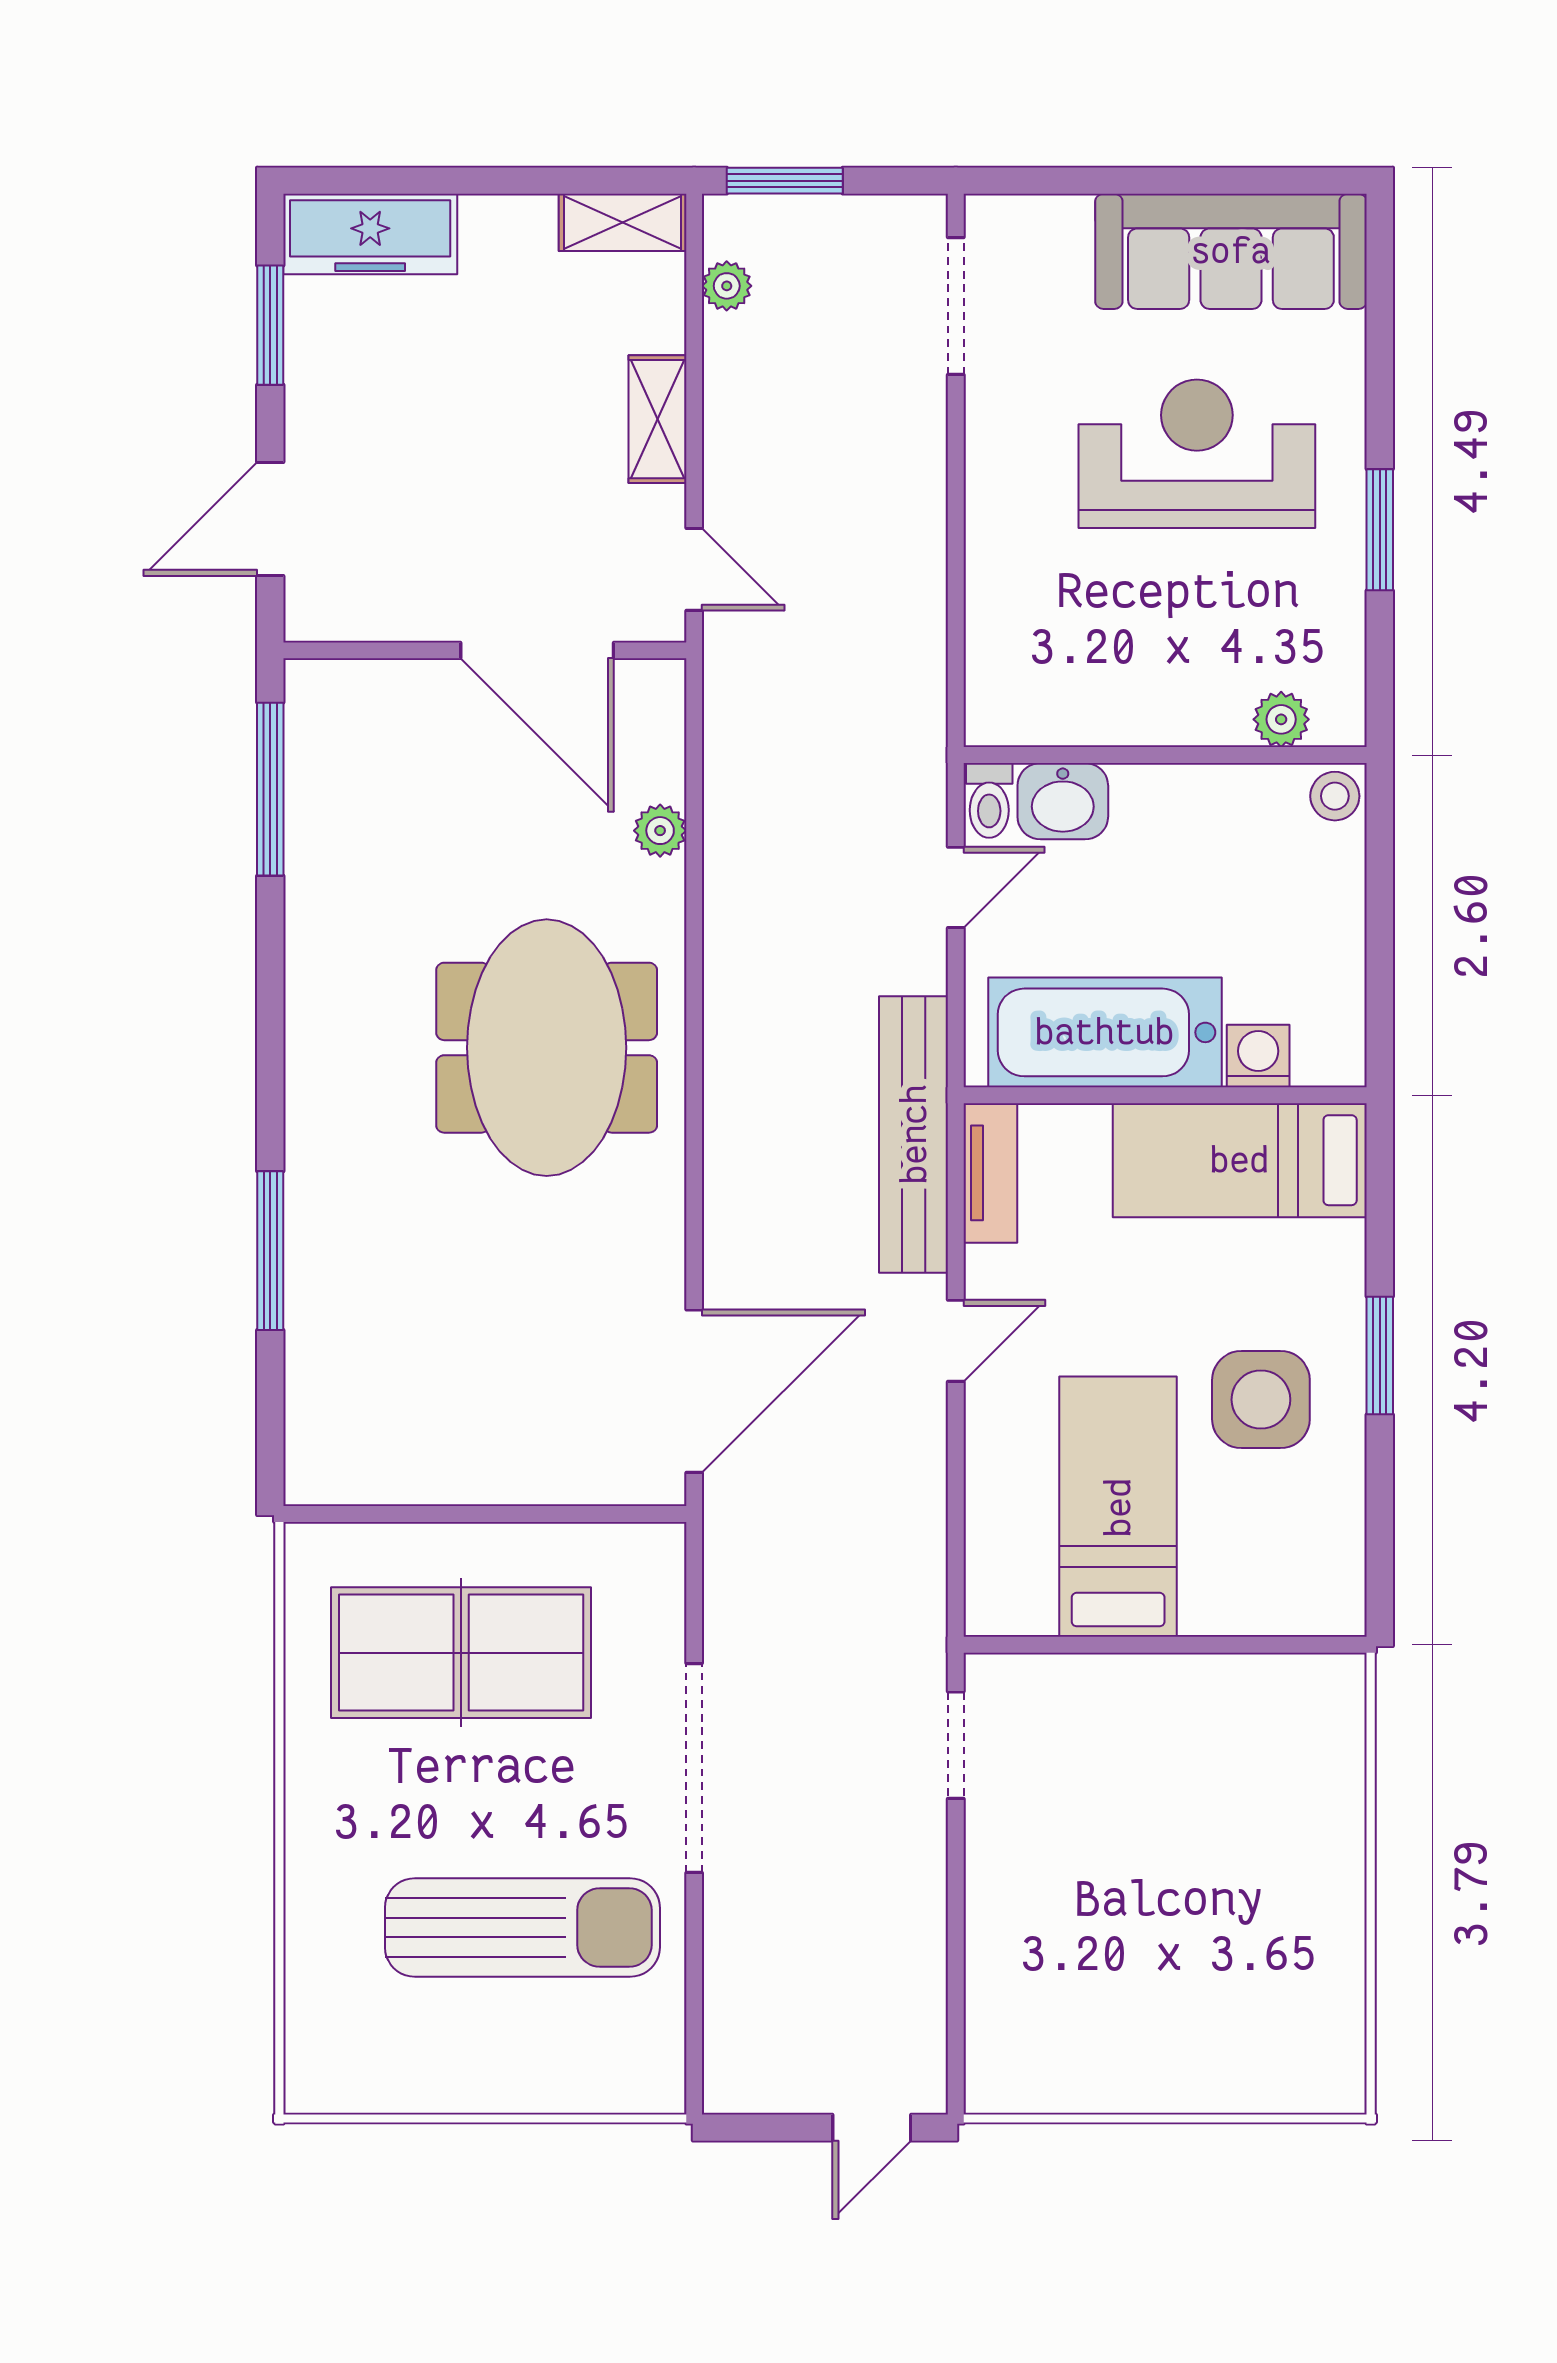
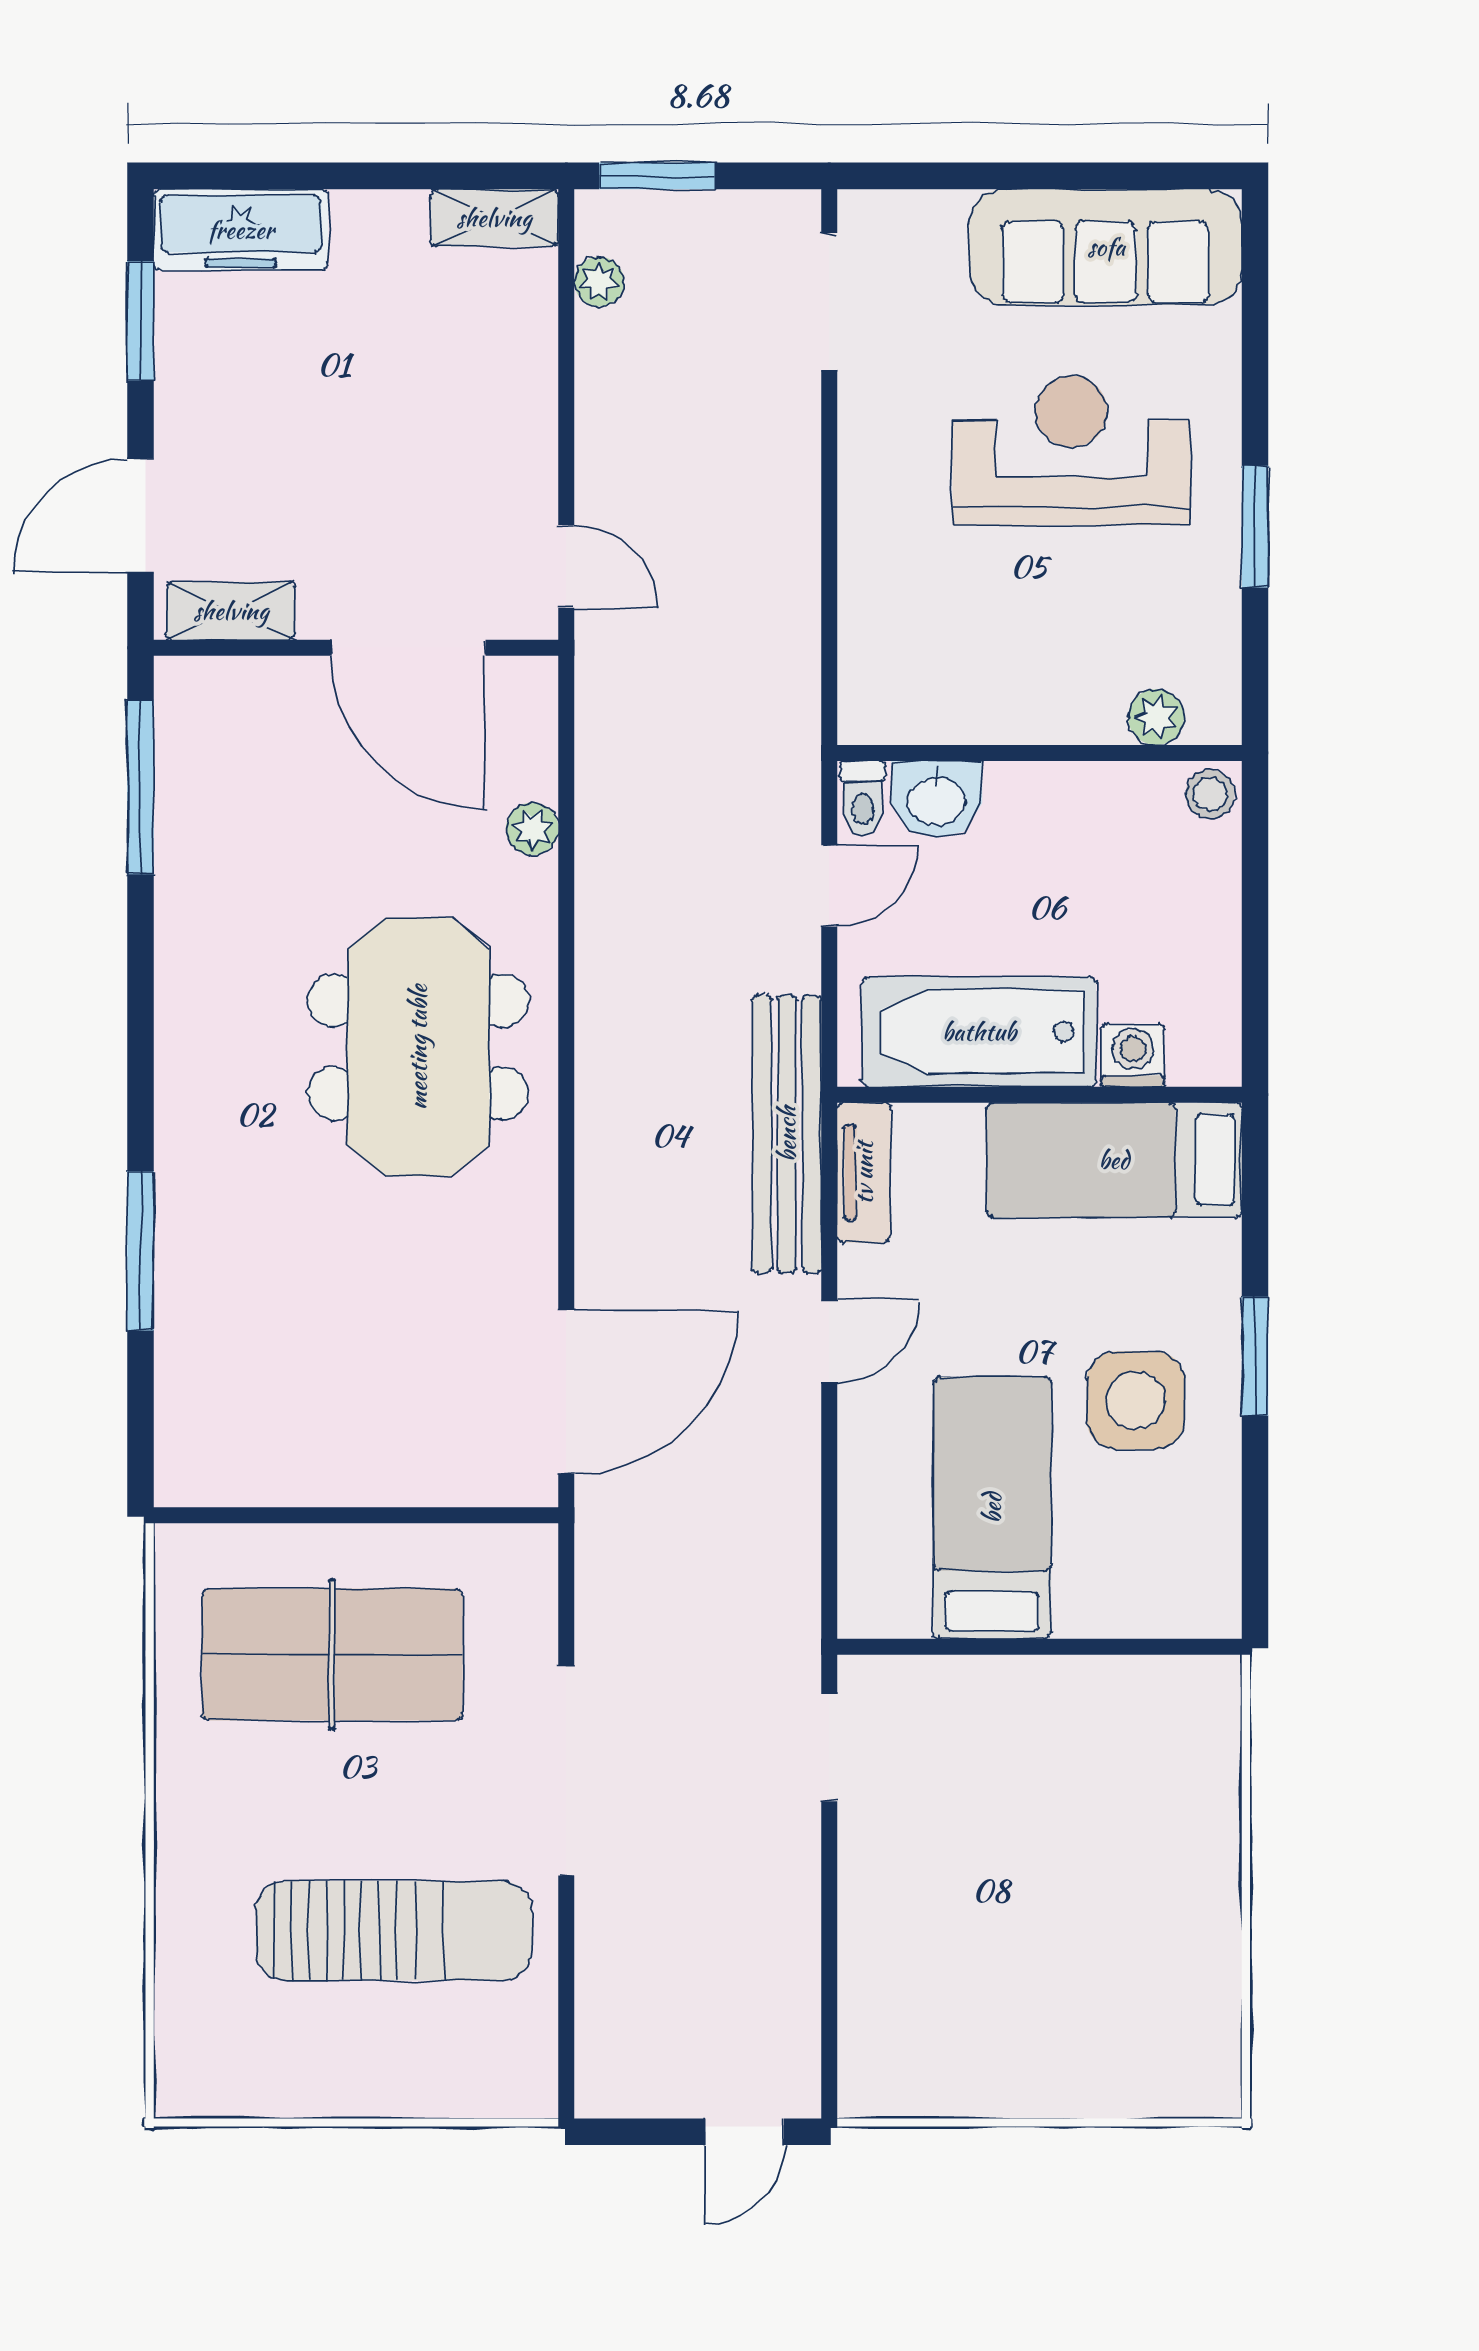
shelving: (657, 419) -> (231, 611), moved, turned 90

